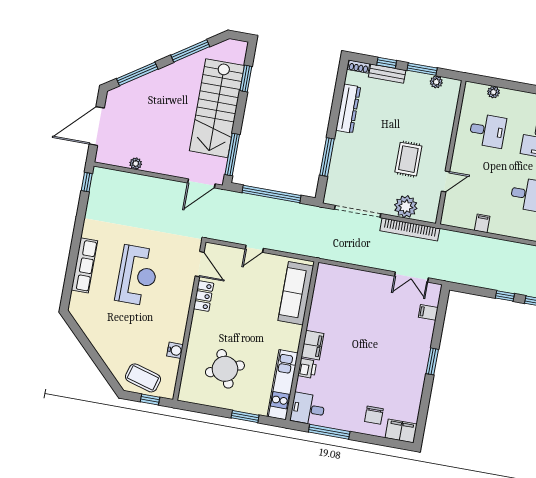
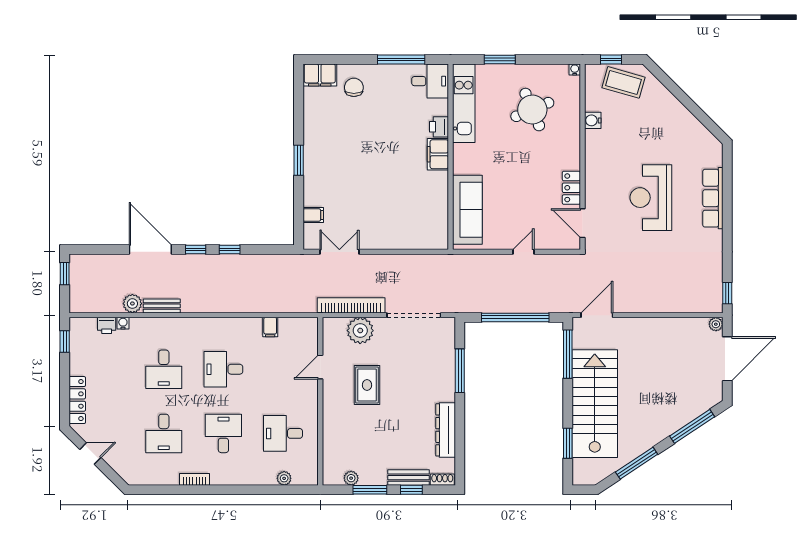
plant: (136, 164) -> (716, 324), moved
water cooler: (183, 396) -> (575, 70), added

